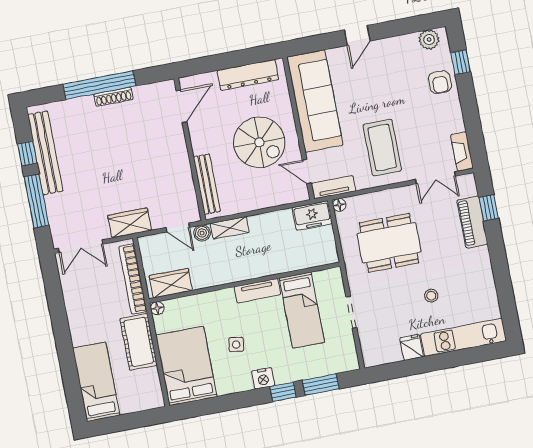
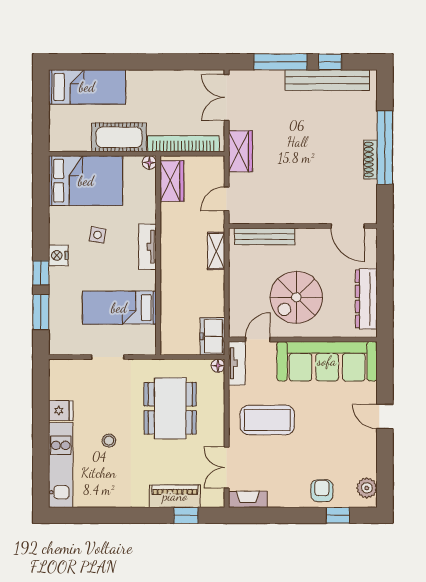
armchair: (440, 82) -> (322, 491), turned 90
boiler: (202, 233) -> (216, 222), removed
tv unit: (257, 291) -> (147, 247), moved

